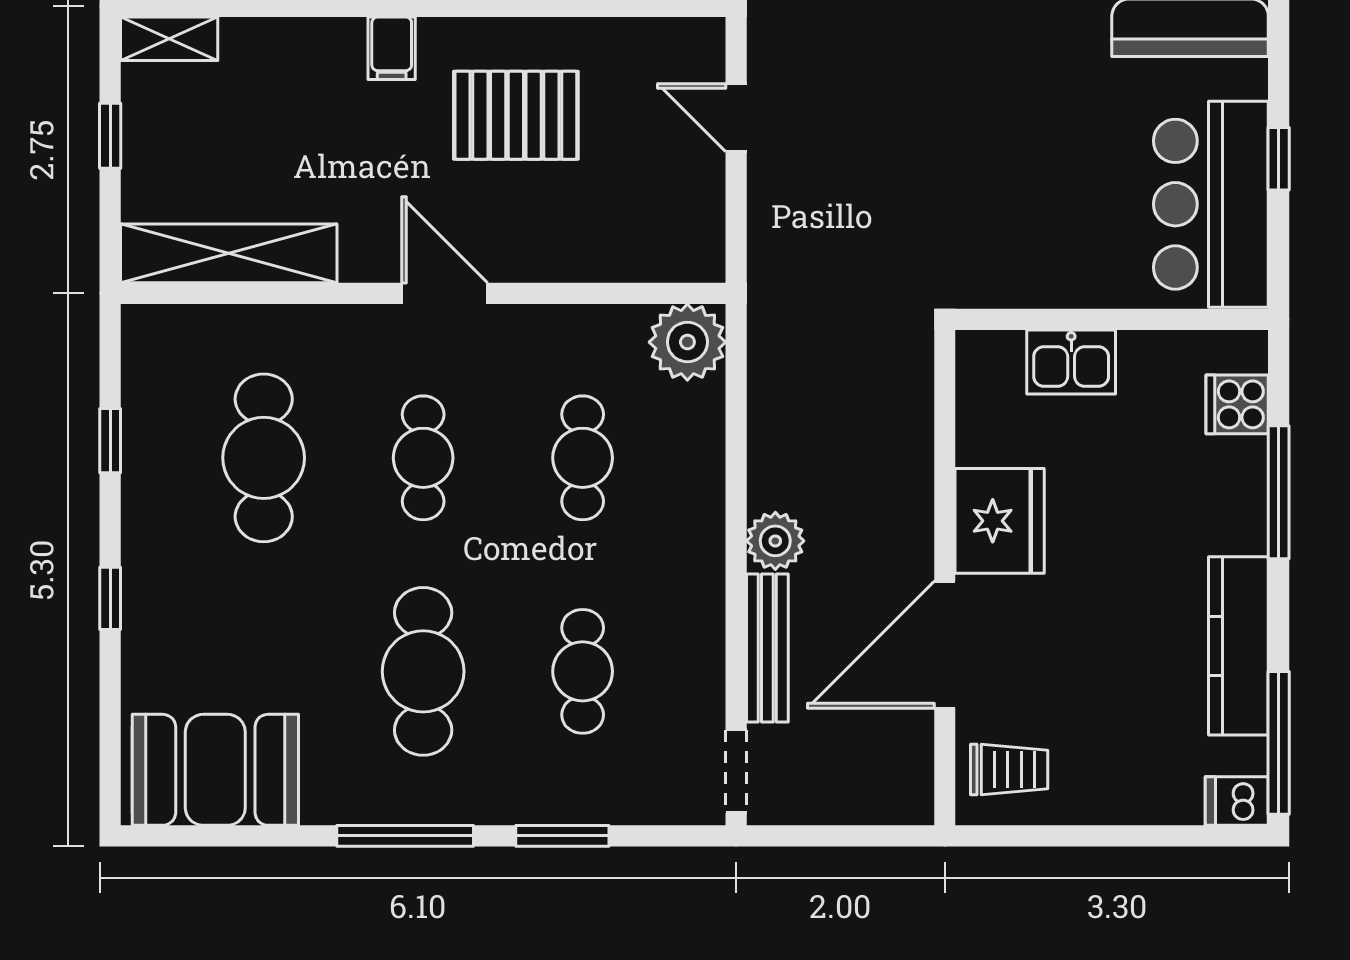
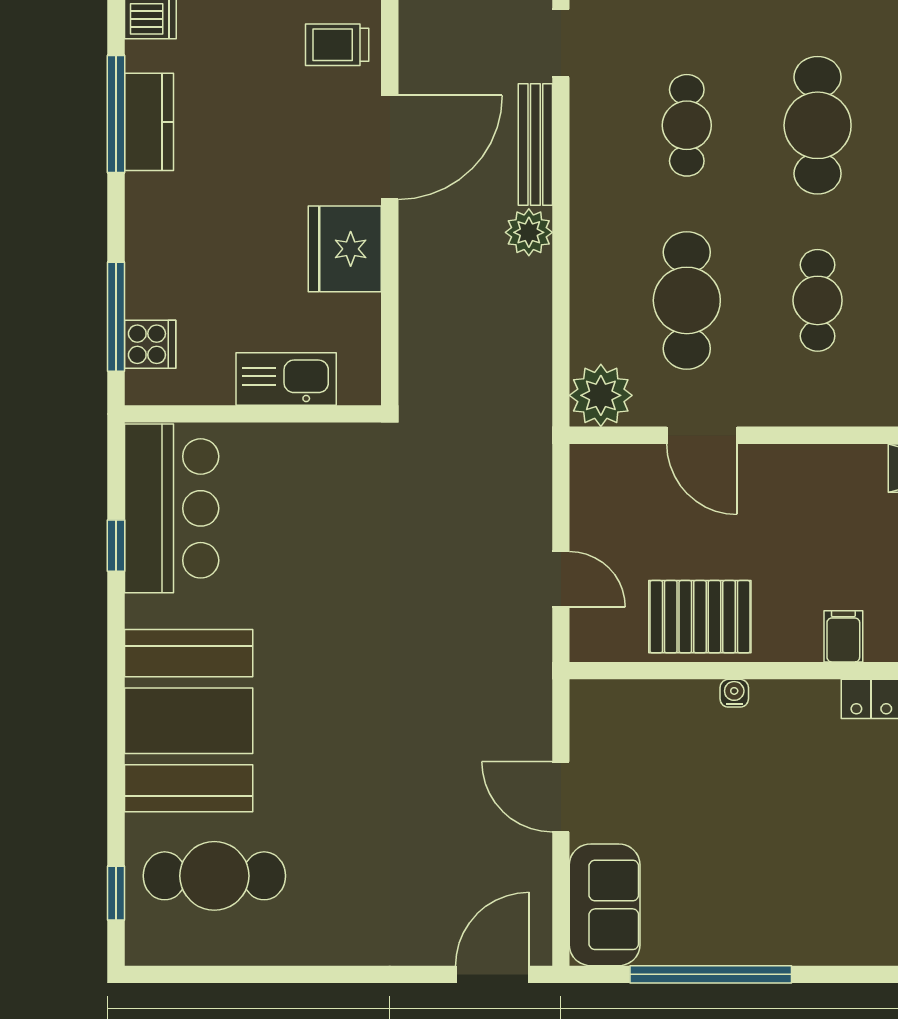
pallet: (516, 115) -> (700, 617), moved
door: (445, 293) -> (702, 435), moved
kitchen sink: (1071, 362) -> (286, 379), width x1.38
cafe table: (583, 458) -> (687, 300), width x1.37, depth x1.35
window: (1279, 492) -> (116, 317), moved
kitchen counter: (1238, 646) -> (149, 122), width x0.67
window: (1279, 743) -> (116, 114), moved

